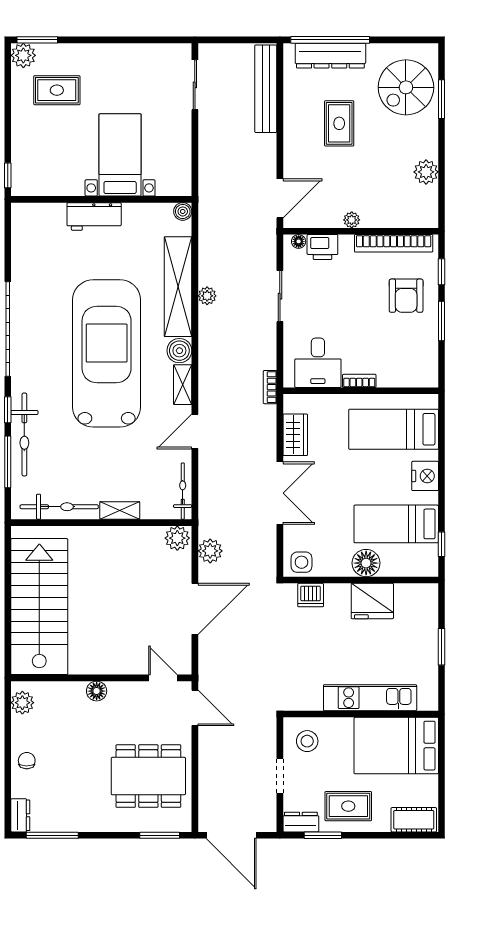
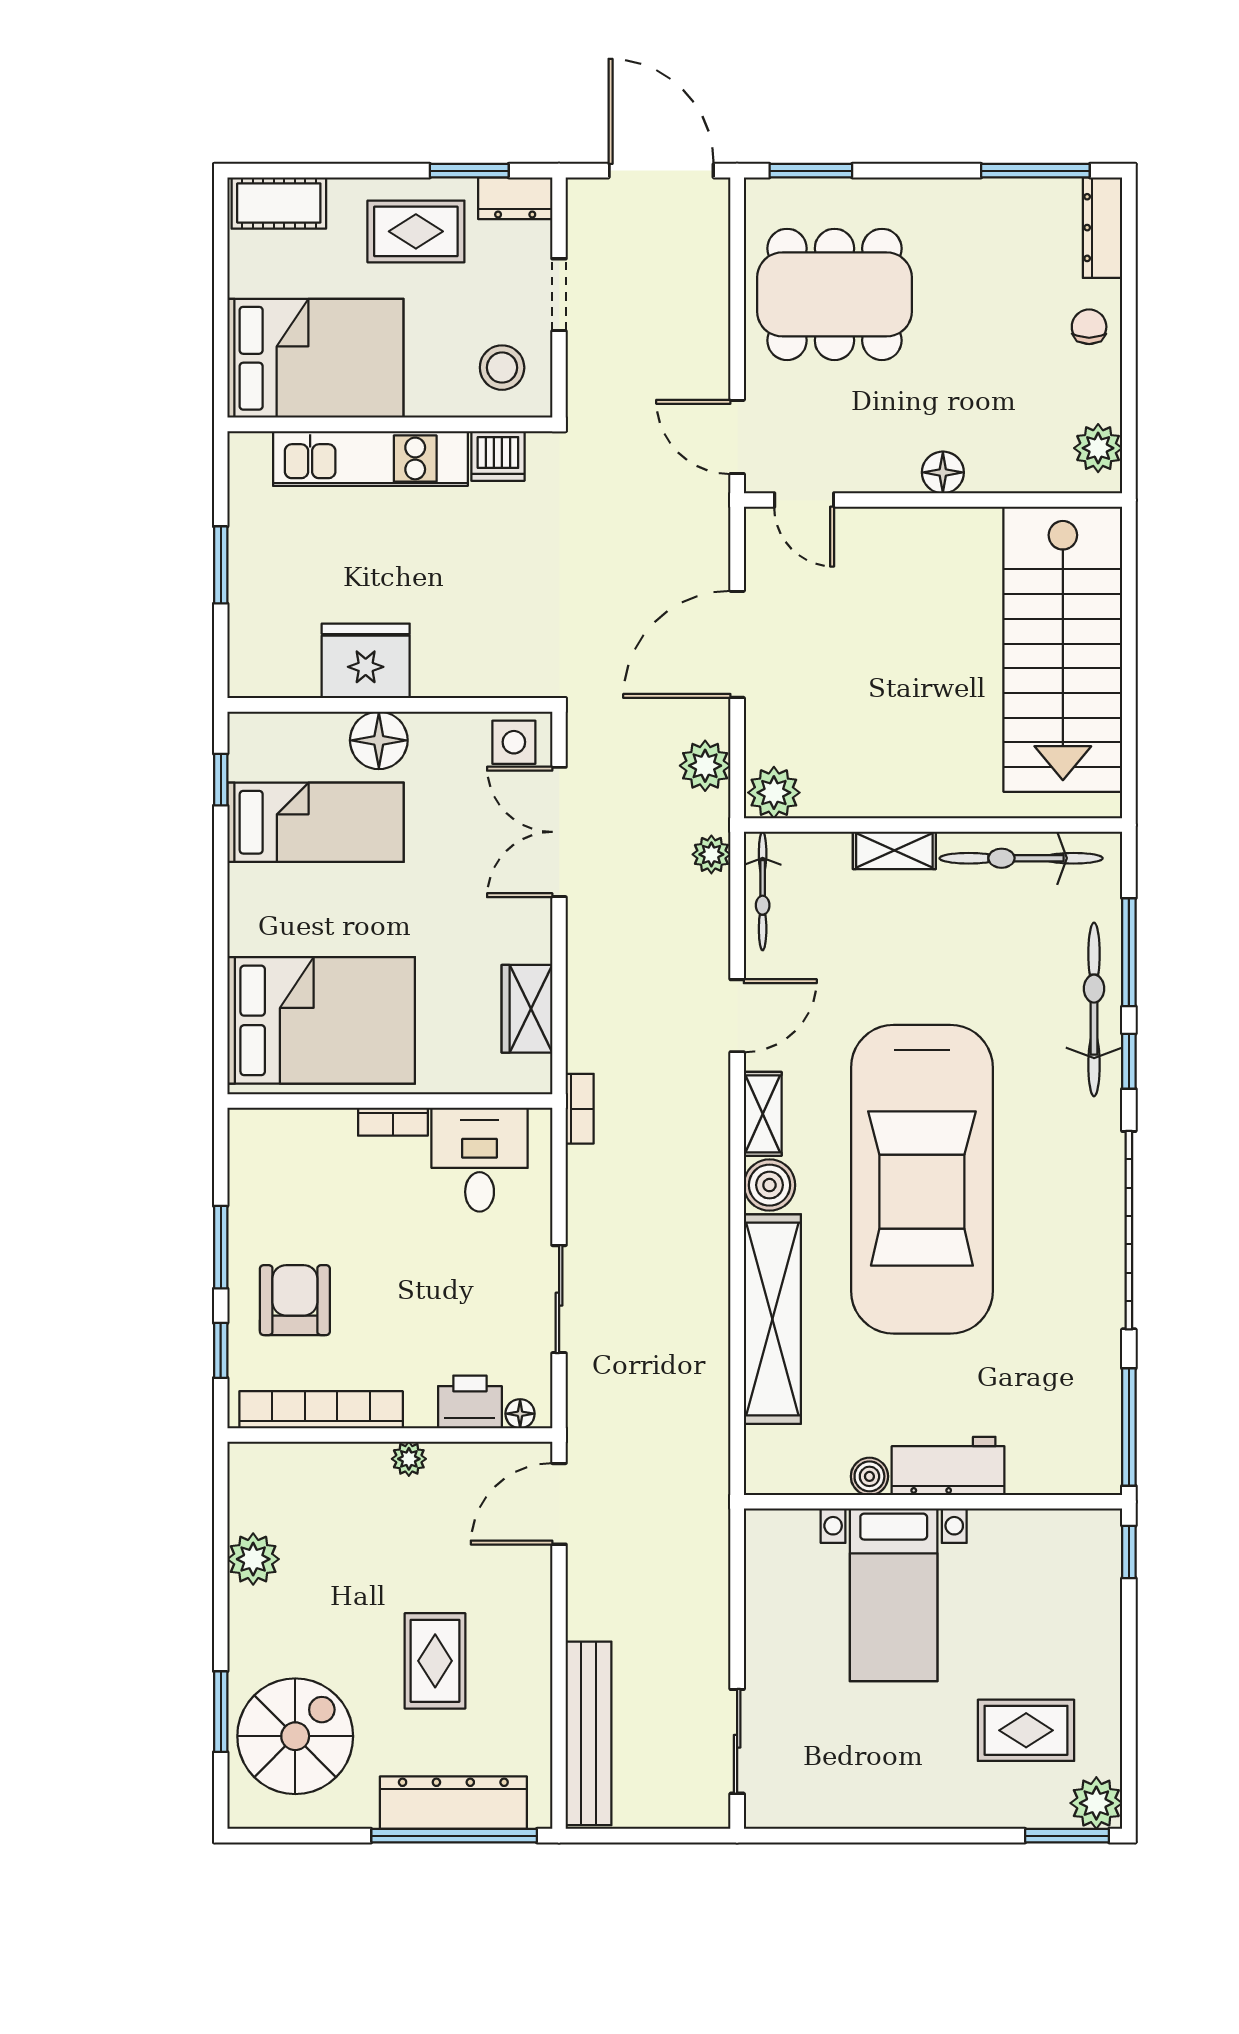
boiler: (183, 211) -> (869, 1476), moved
window: (8, 235) -> (1129, 1427), added
plant: (207, 296) -> (711, 854), moved
bed: (394, 429) -> (321, 1020), width x1.50
nightstand: (425, 476) -> (255, 923), removed
double door: (280, 493) -> (559, 832), moved
dishwasher: (311, 595) -> (498, 456), moved, turned 180
chair: (27, 761) -> (1089, 327), turned 180
dresser: (20, 815) -> (1103, 228), width x1.44

